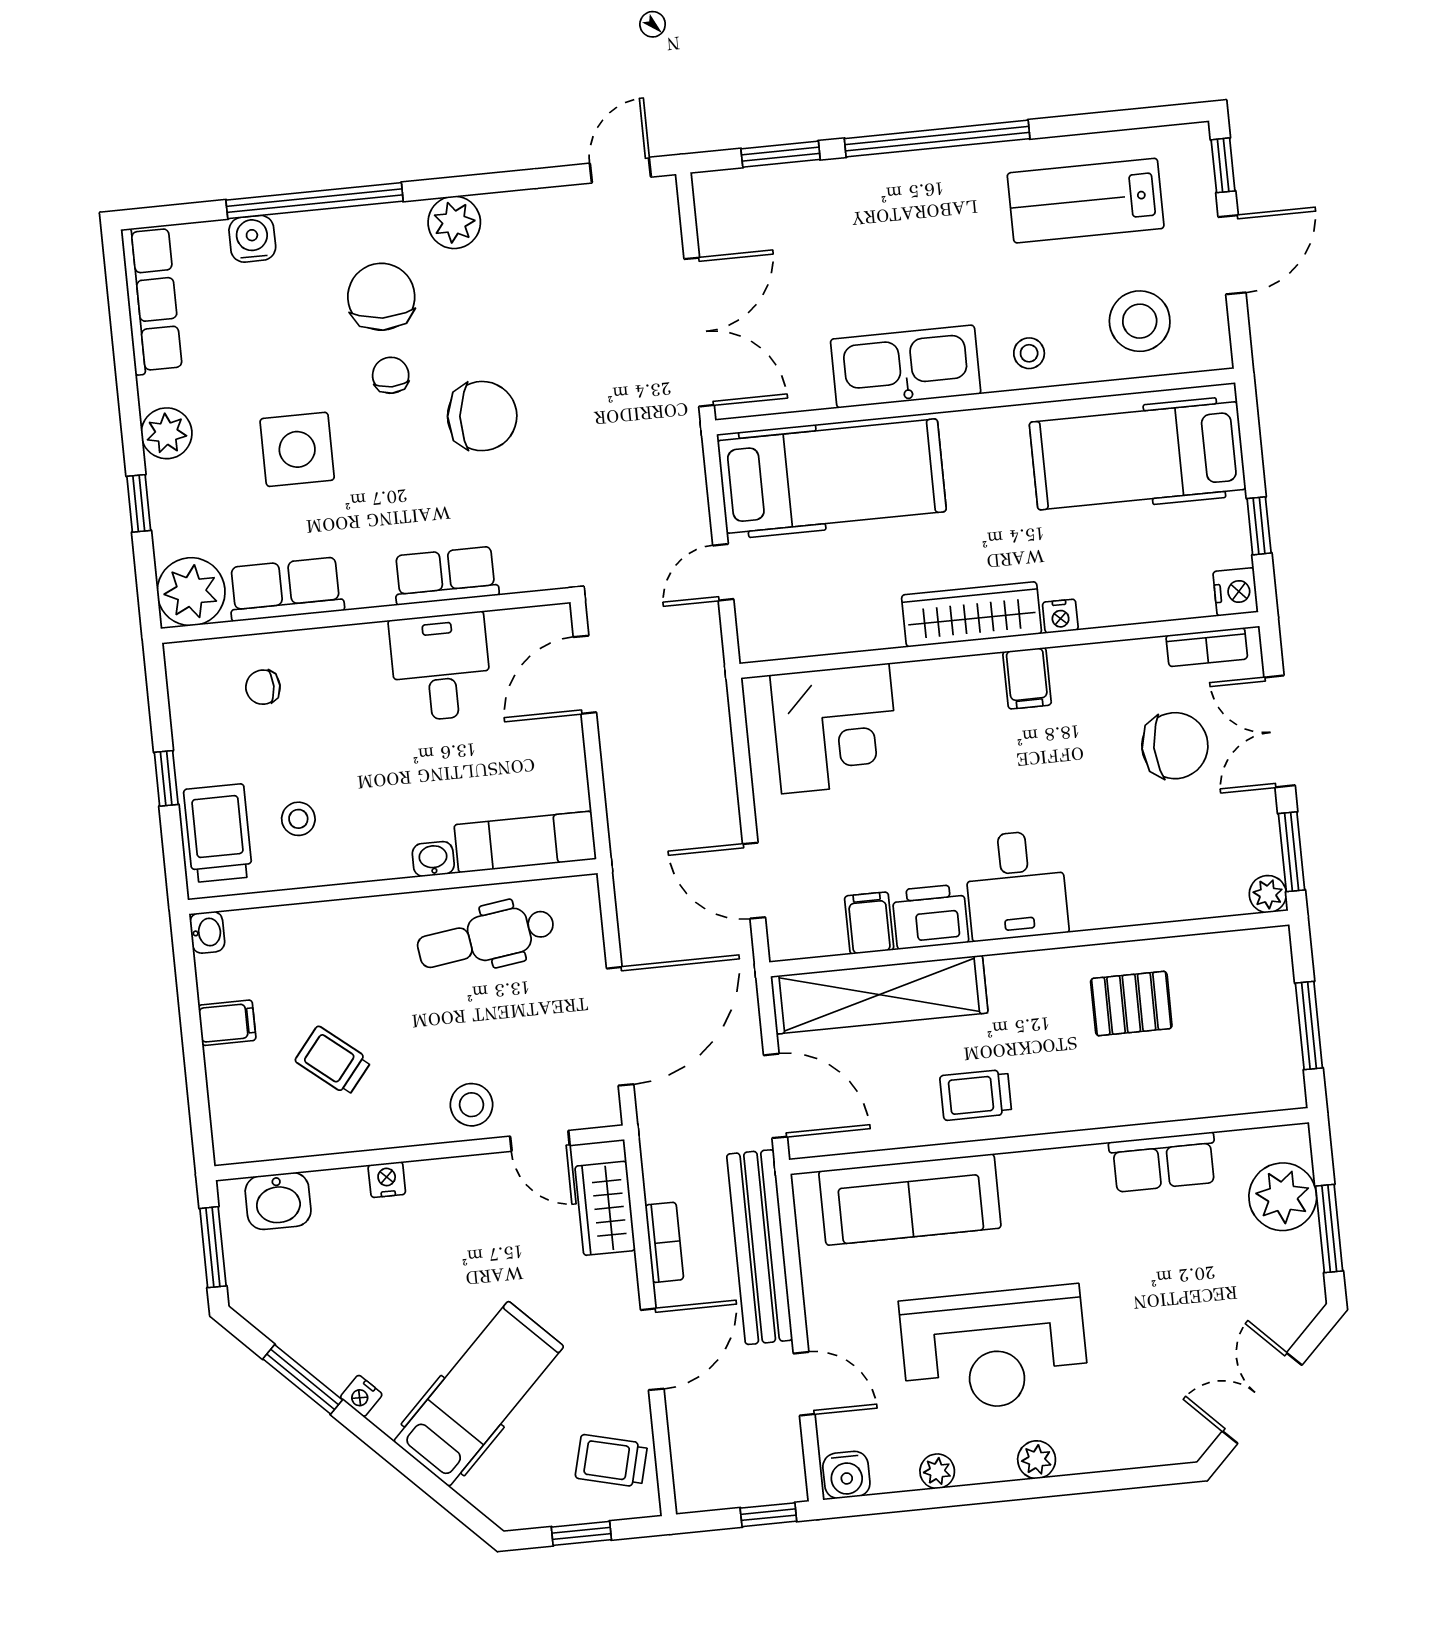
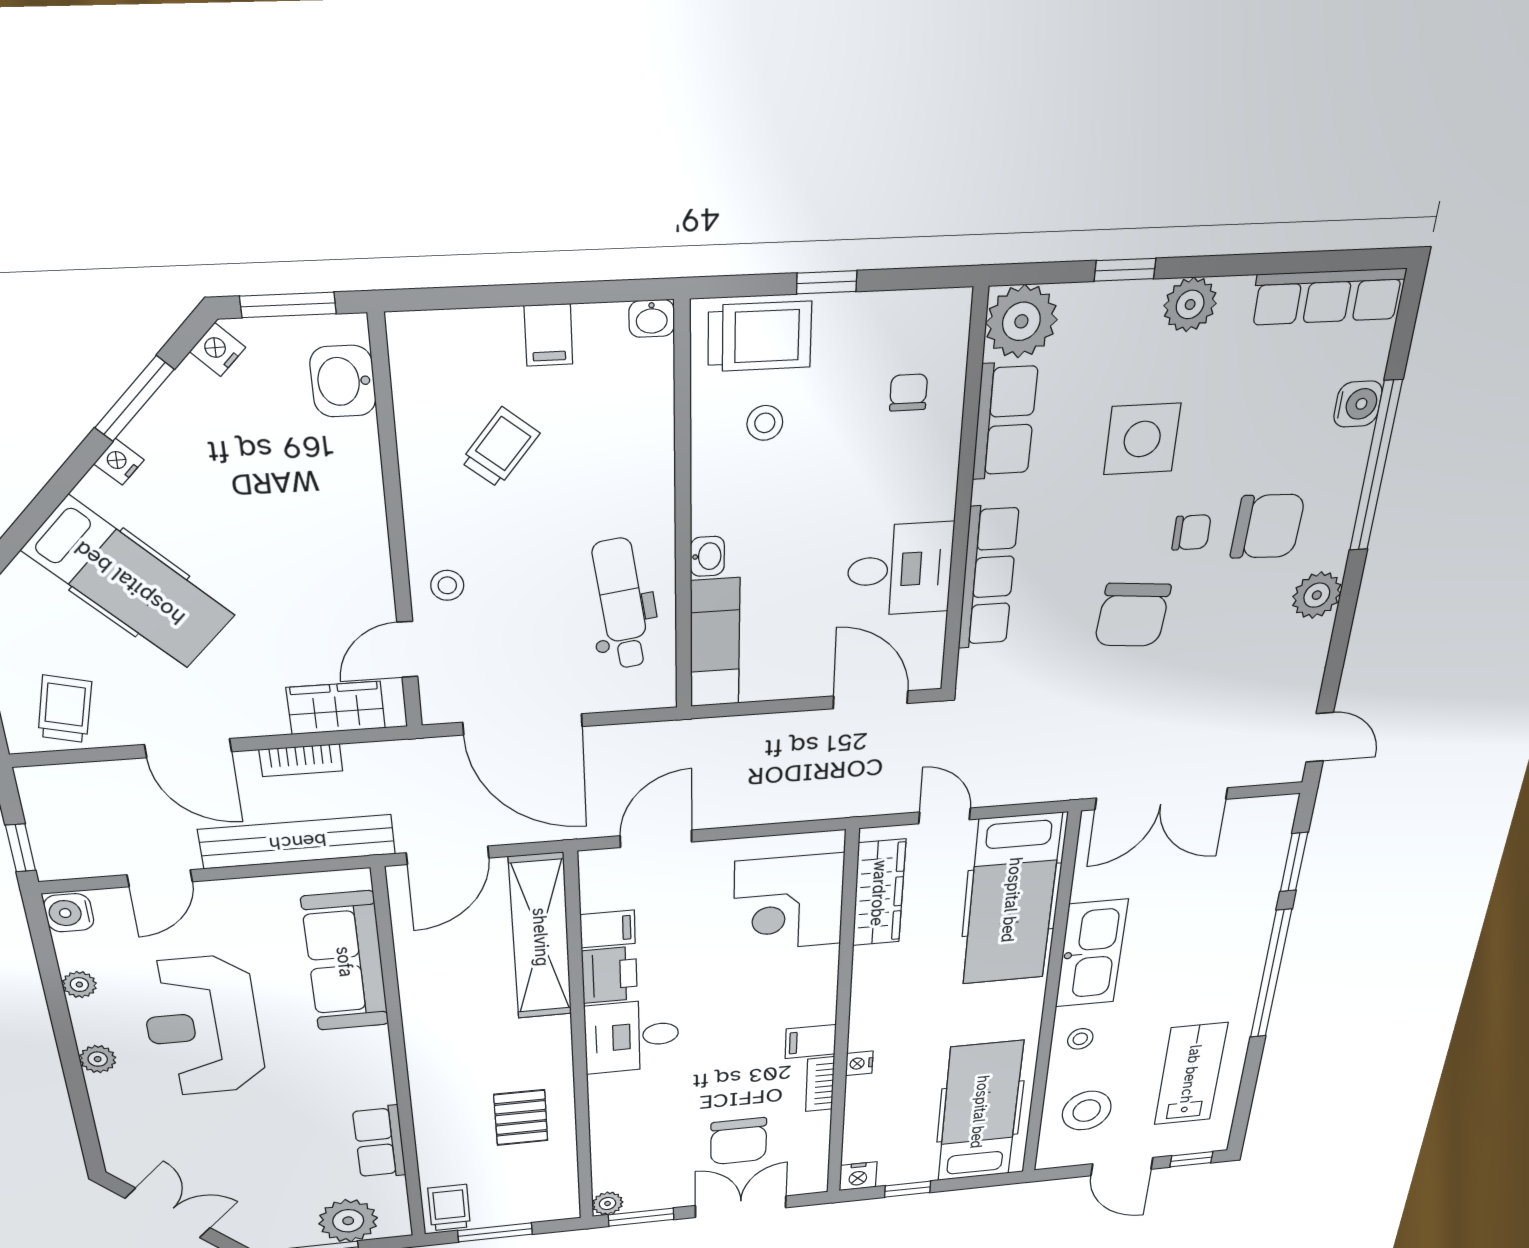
row of seats: (446, 576) -> (988, 577), width x1.48
wardrobe: (972, 614) -> (879, 893), moved
bookcase: (1207, 647) -> (820, 1084), moved
trolley: (976, 1095) -> (449, 1208), moved
stool: (472, 1105) -> (447, 585), width x0.73, depth x0.73
nightstand: (387, 1180) -> (218, 350), moved, turned -135

